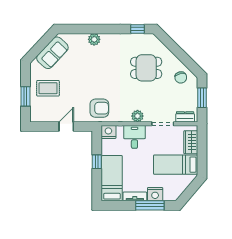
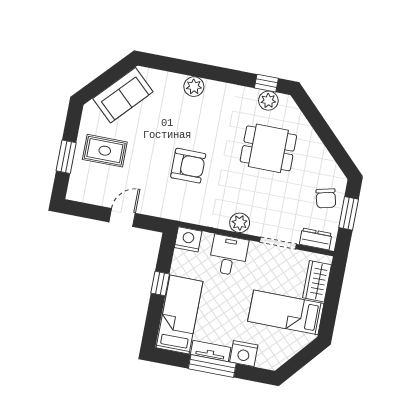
plant: (141, 39) -> (268, 101), added
chair: (181, 77) -> (326, 198), moved
armchair: (99, 108) -> (188, 166), moved
window: (150, 205) -> (212, 366), moved

